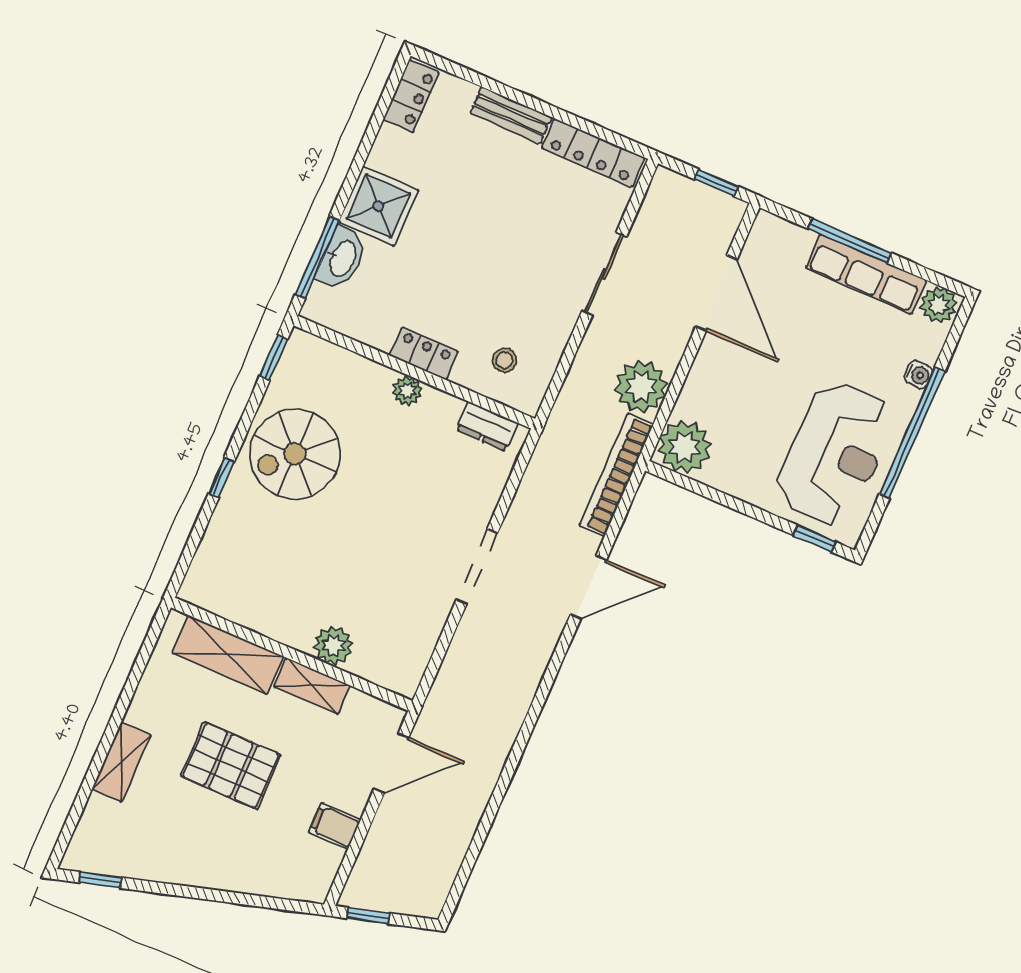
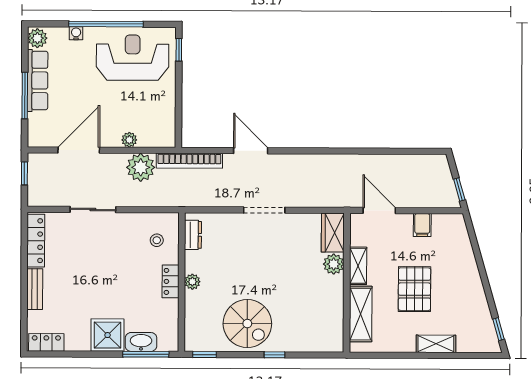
plant: (685, 447) -> (129, 140), moved, width x0.53, depth x0.53
wardrobe: (388, 667) -> (333, 233), added

